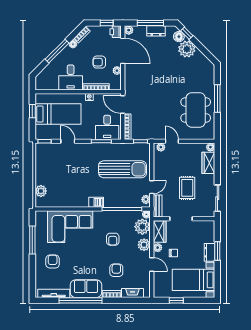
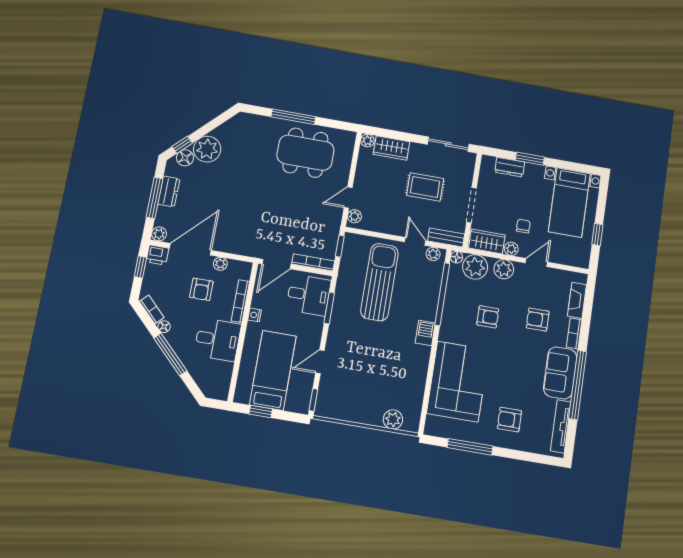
dresser: (210, 252) -> (510, 167), moved

